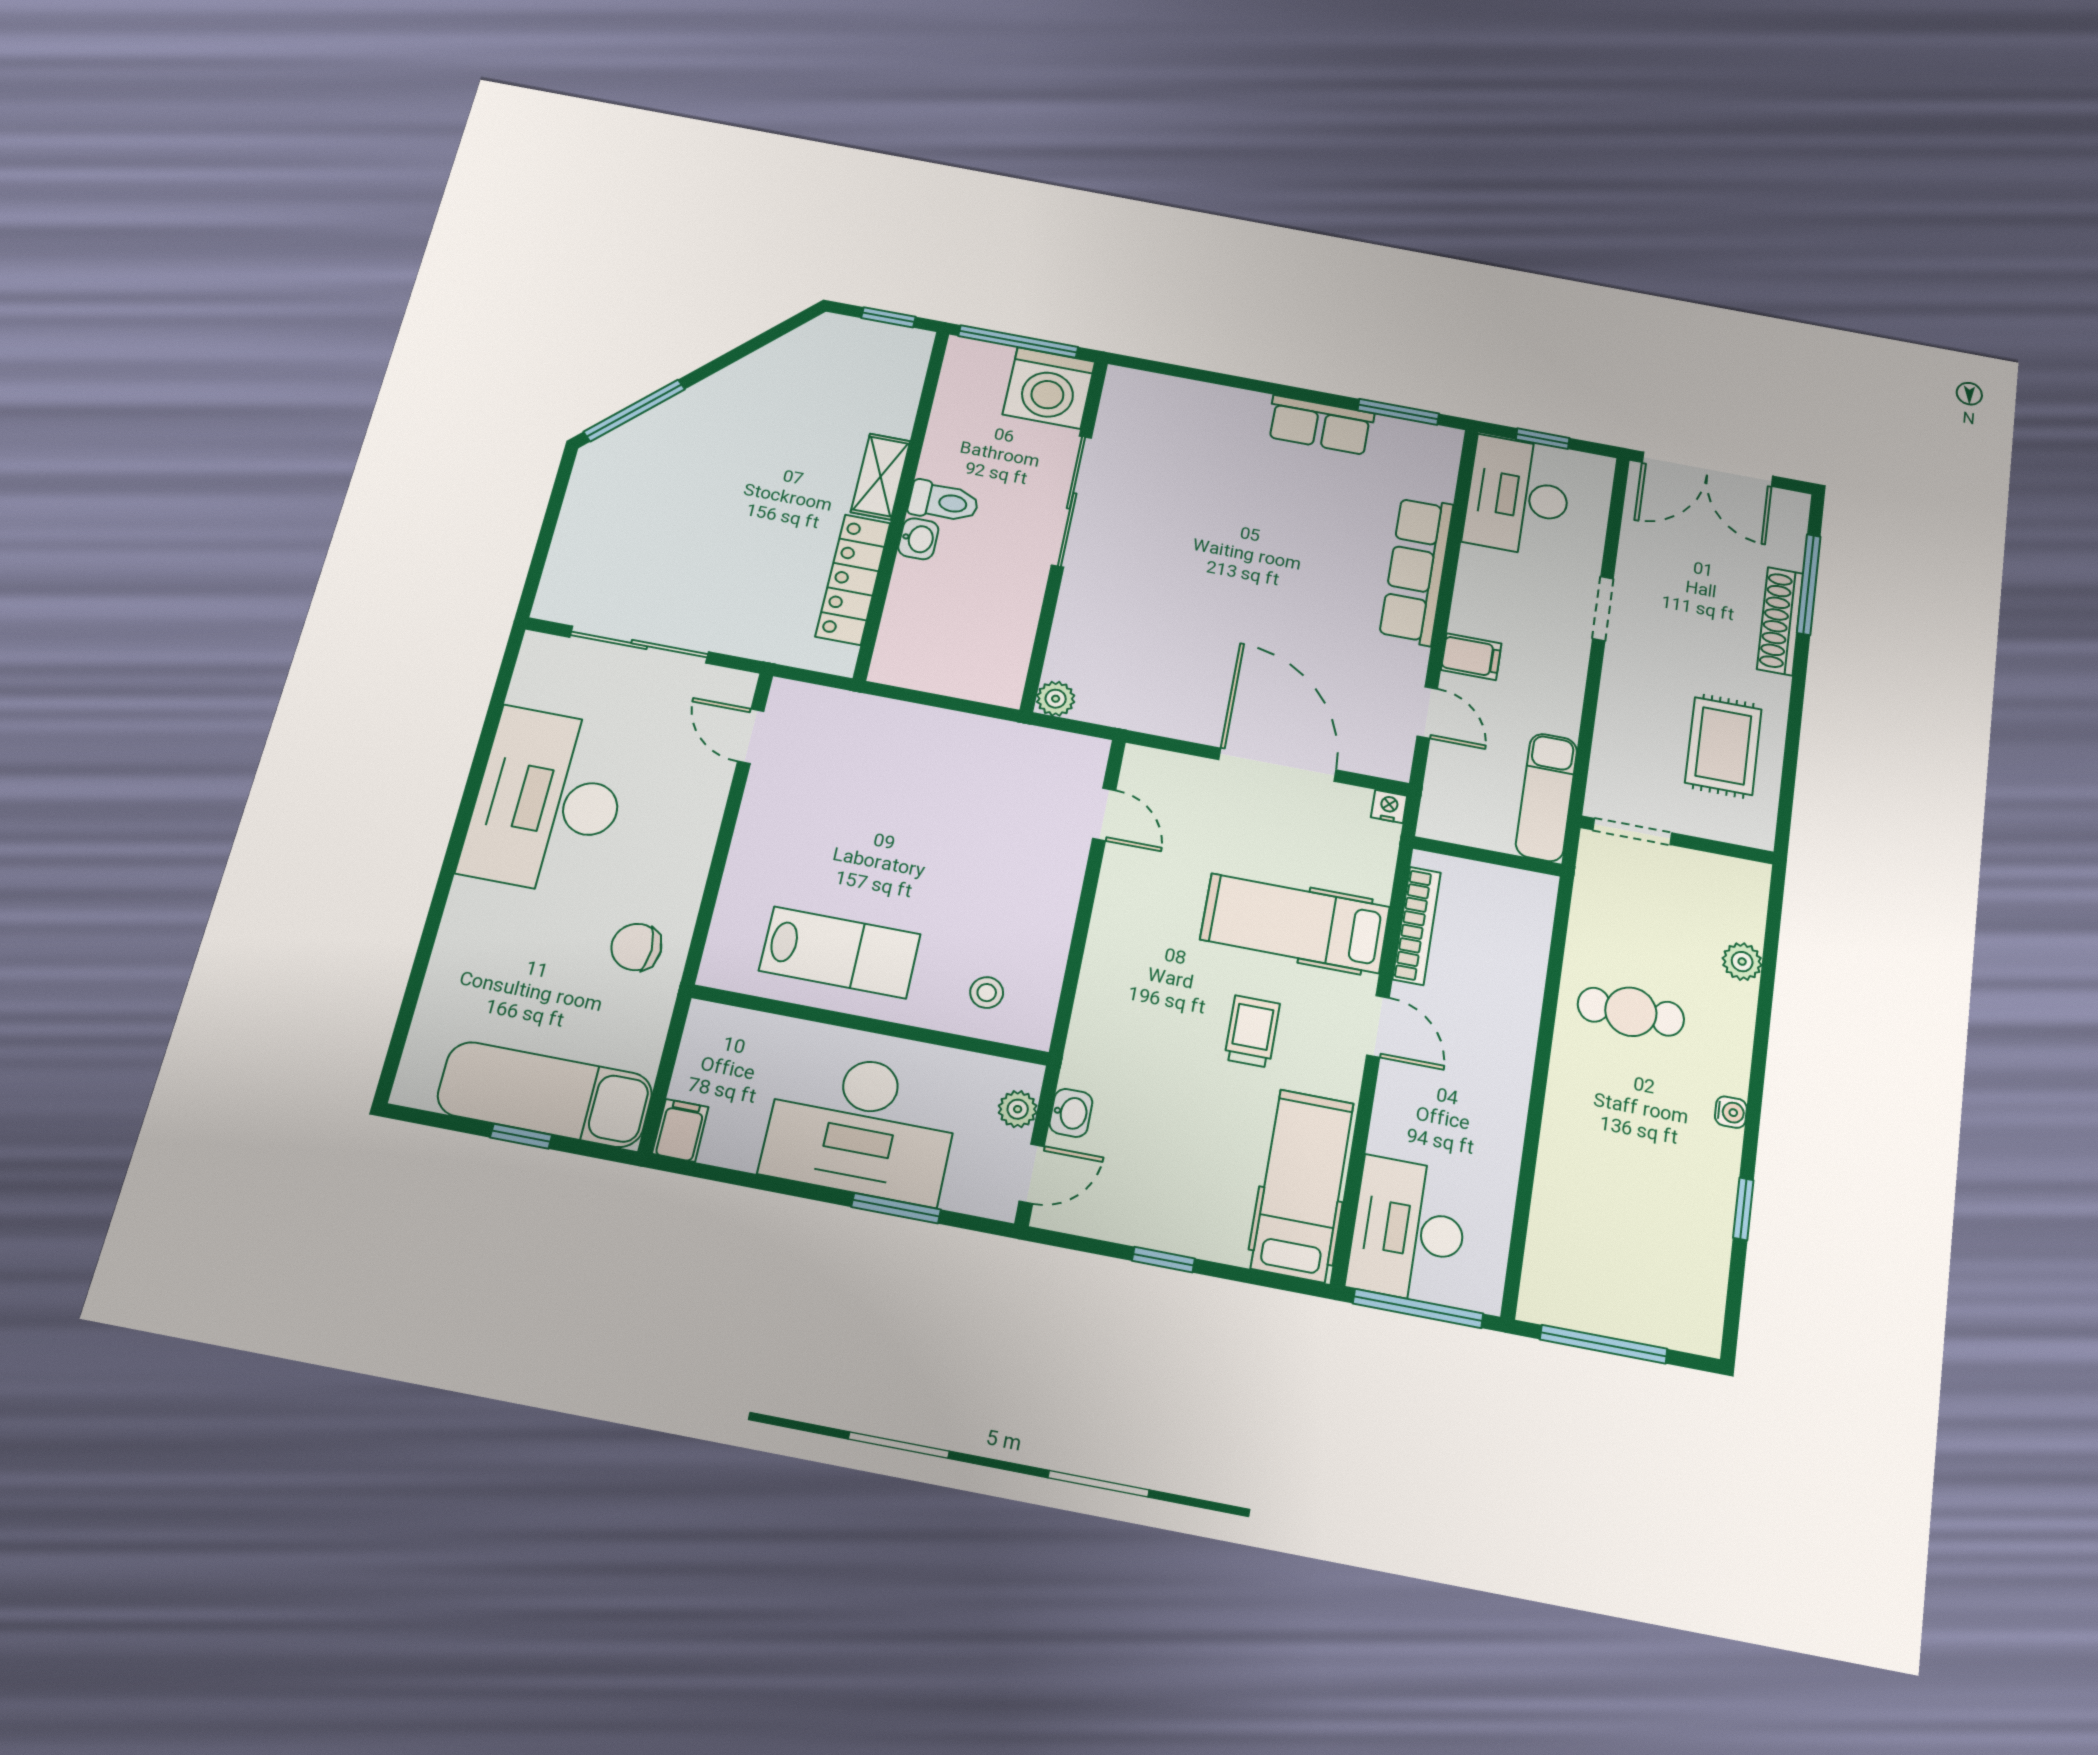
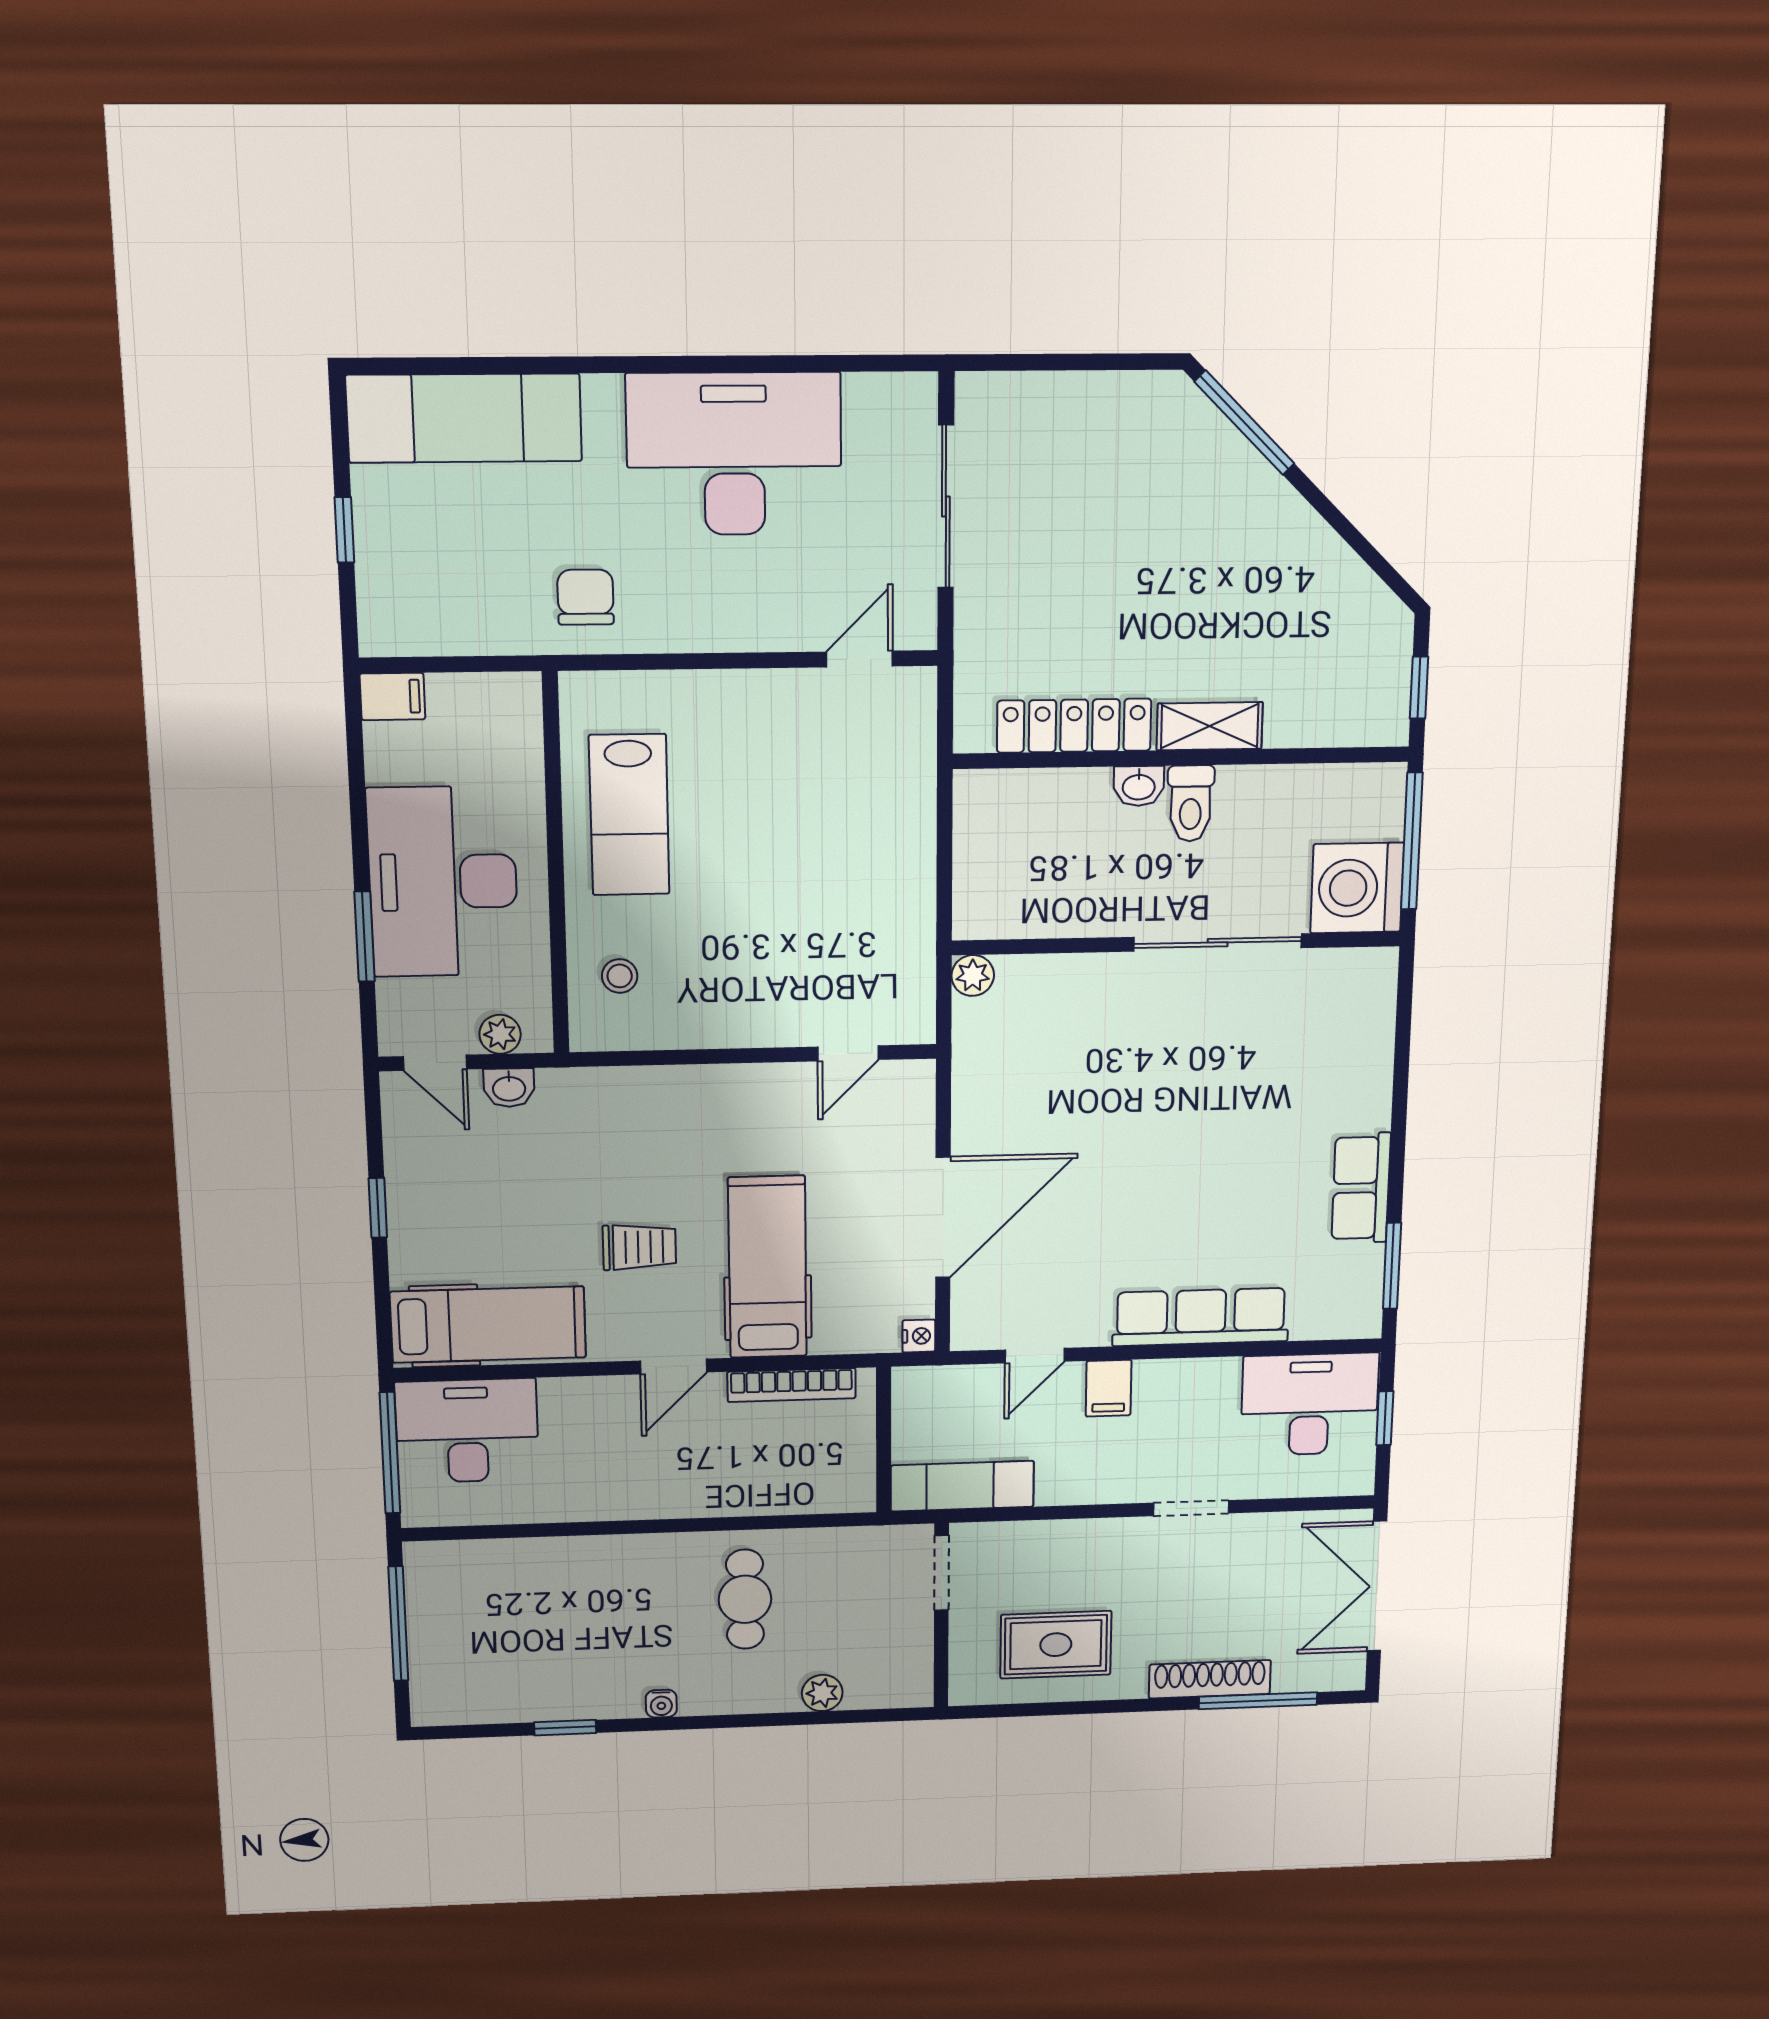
exam couch: (545, 1094) -> (464, 418), moved, turned 90

